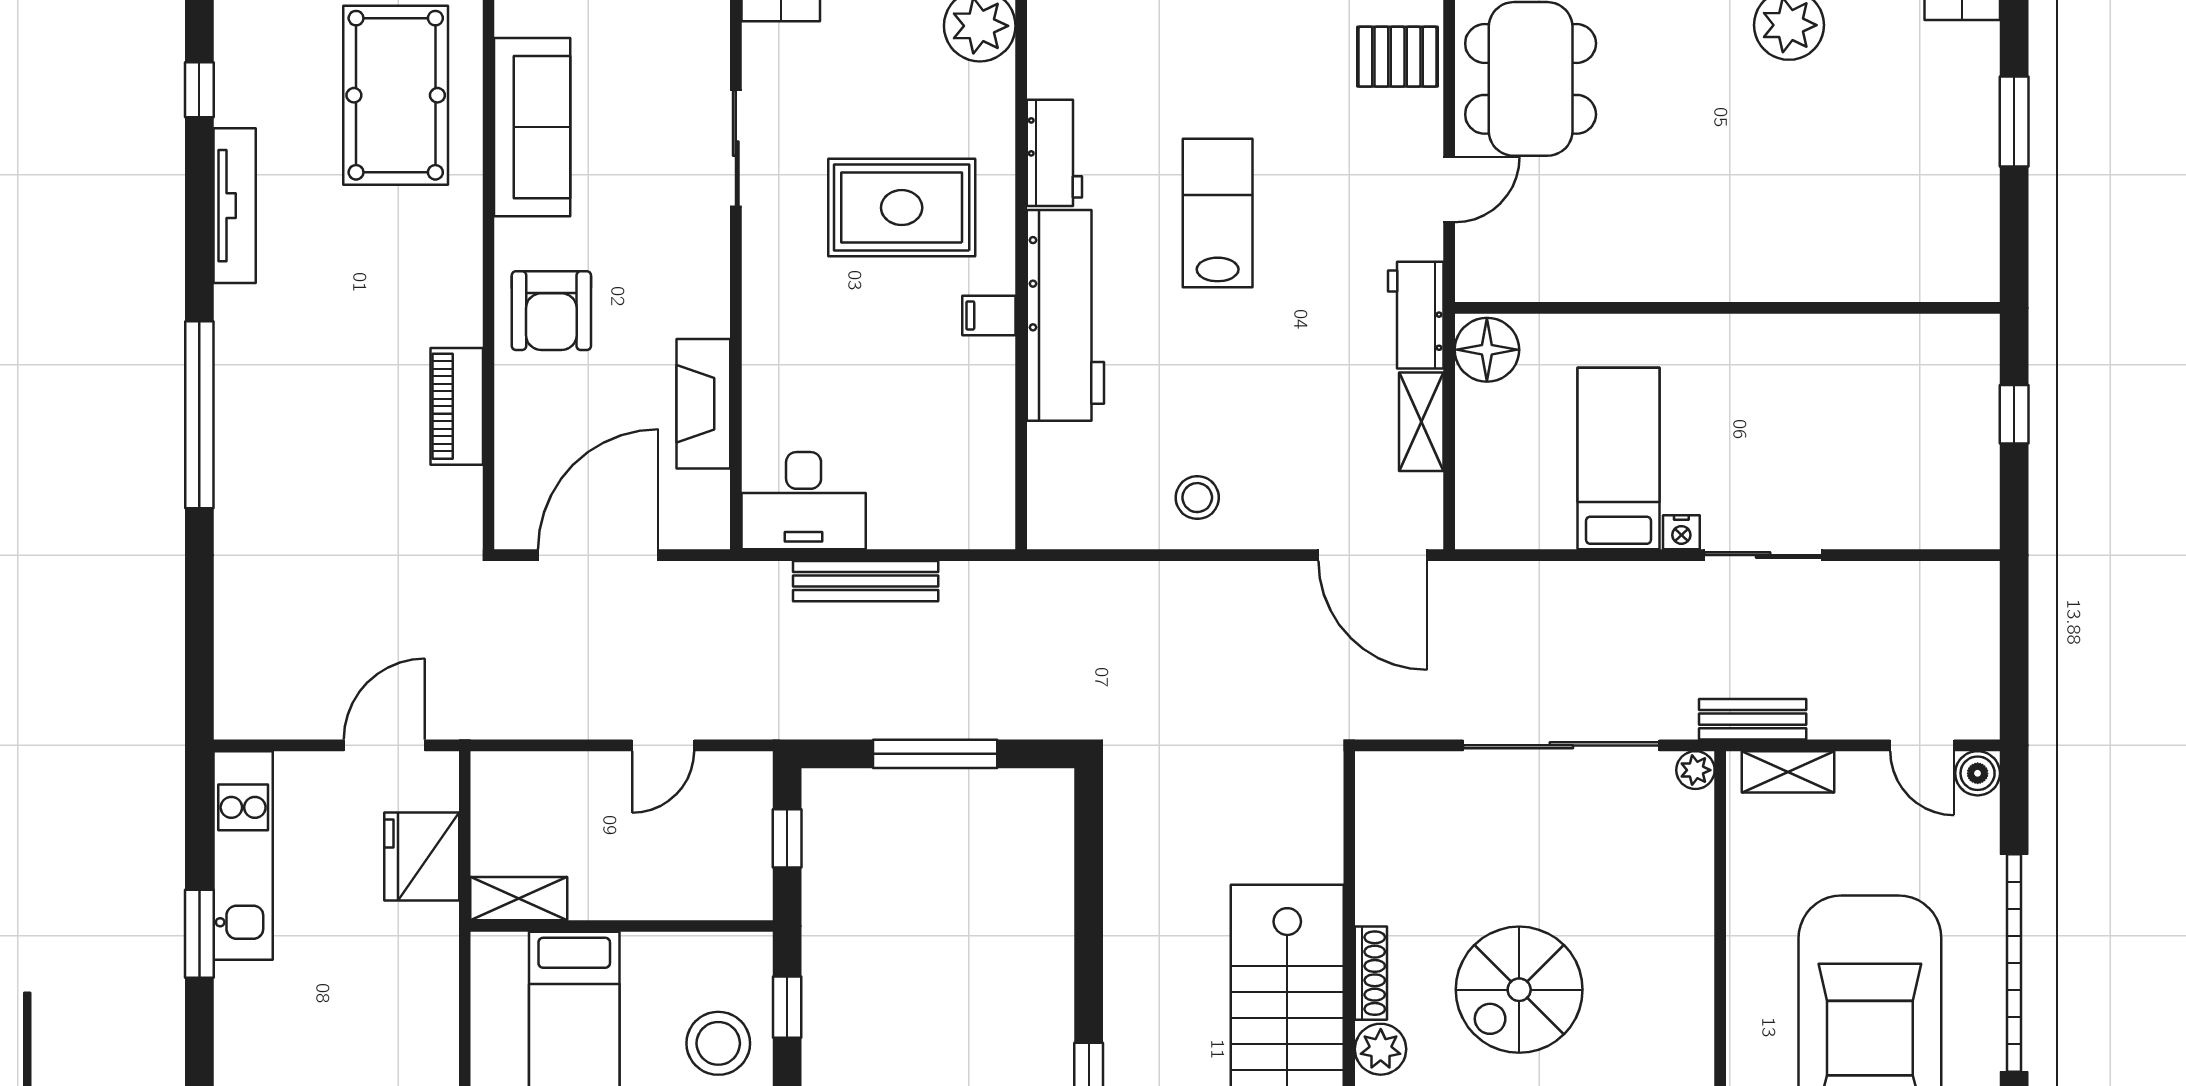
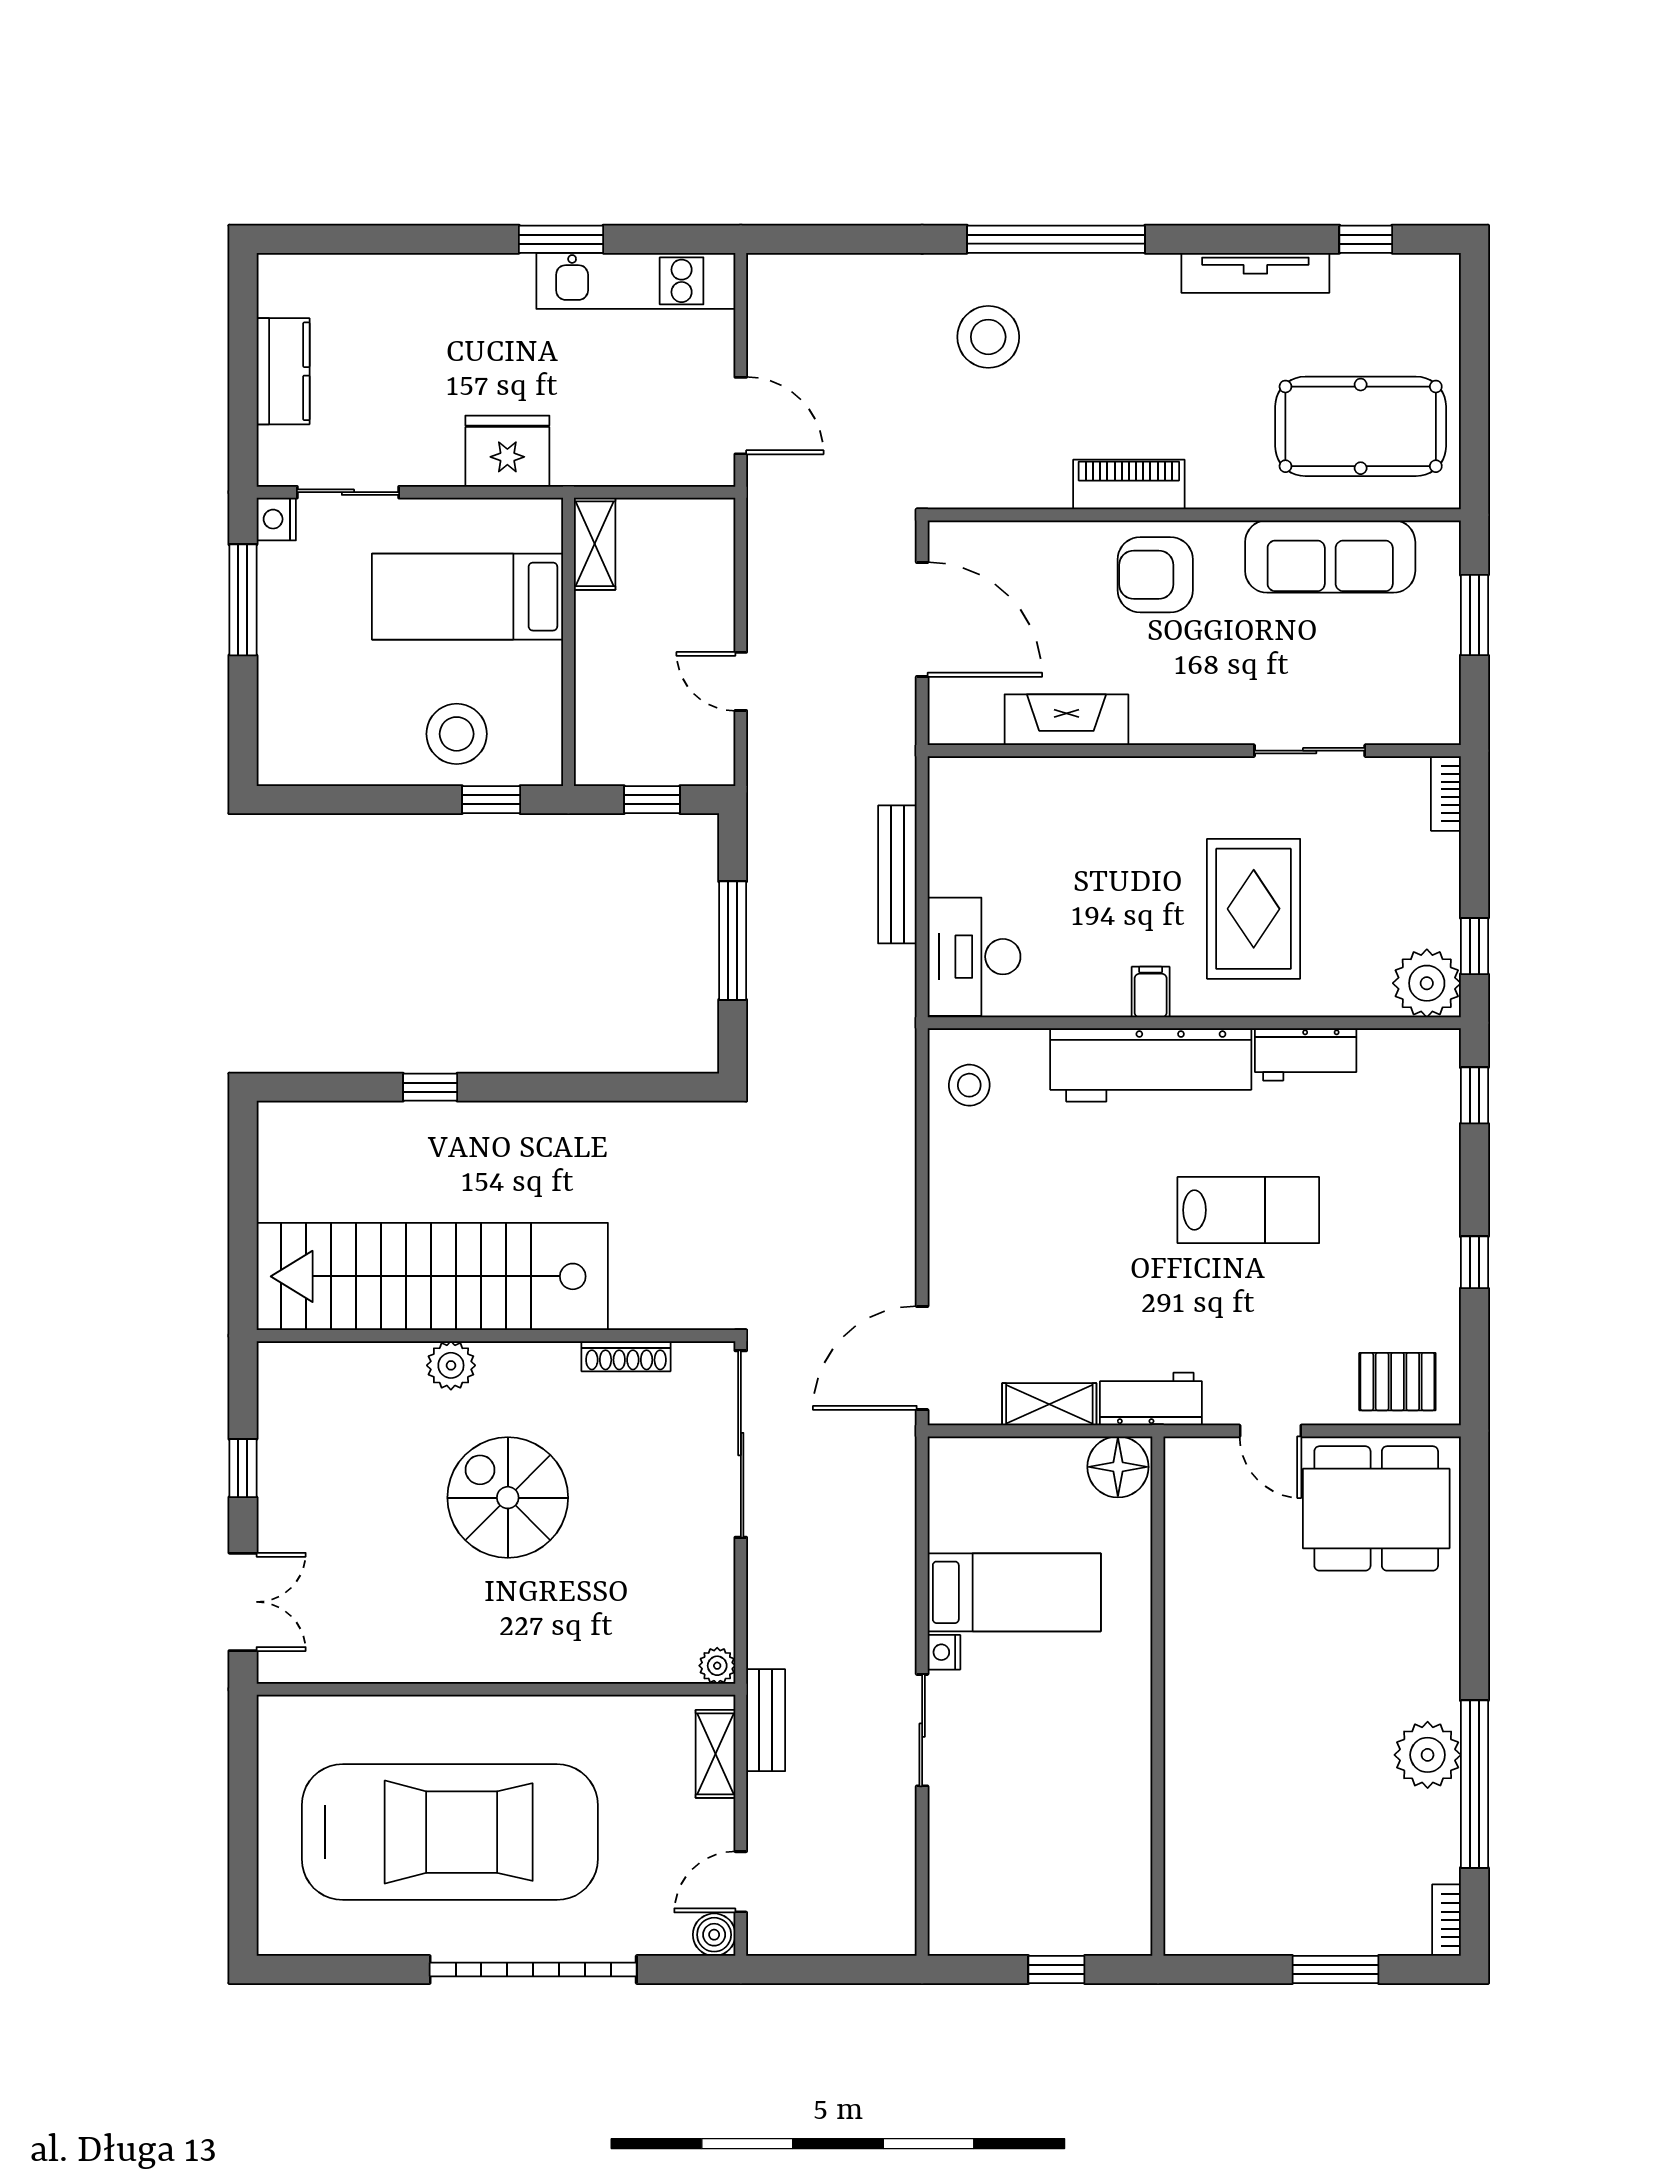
pallet: (1398, 57) -> (1397, 1382), turned 90
piano: (457, 406) -> (1129, 485), moved
stool: (302, 486) -> (988, 337), added
stool: (1197, 498) -> (969, 1085), moved
desk: (804, 501) -> (974, 957), moved
sliding door: (1561, 745) -> (741, 1444), moved
fridge: (422, 856) -> (507, 451), moved
shoe rack: (1371, 973) -> (626, 1356), moved

